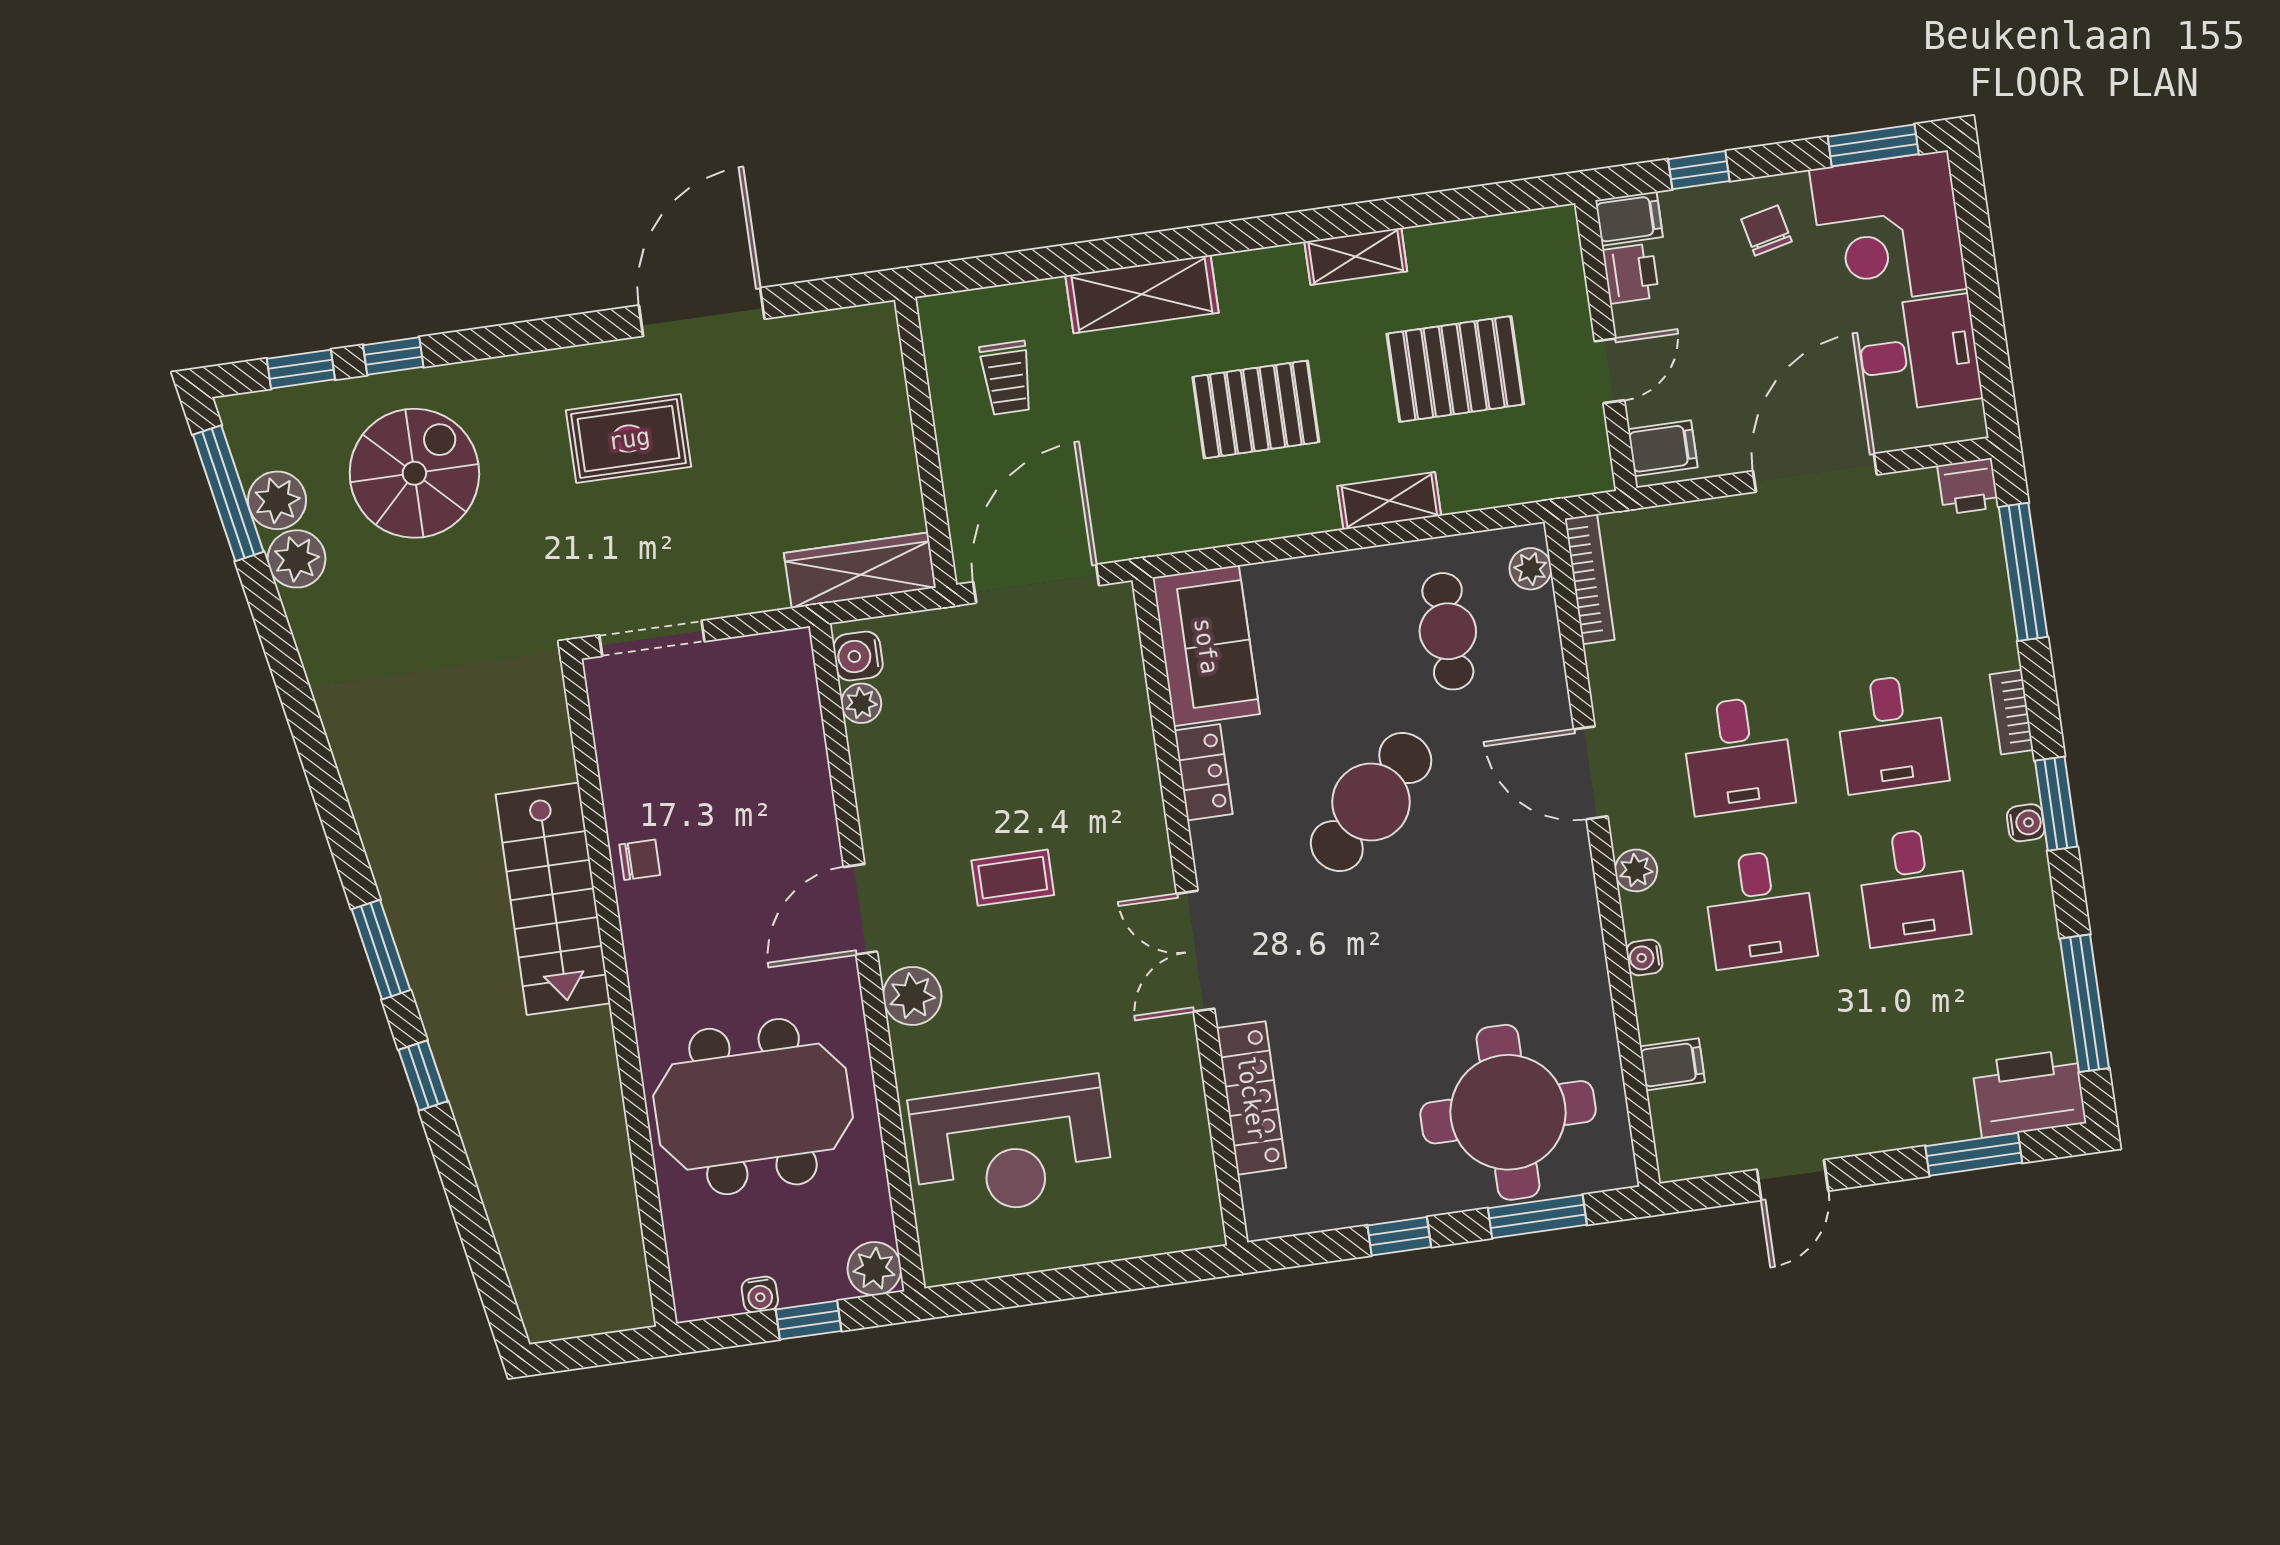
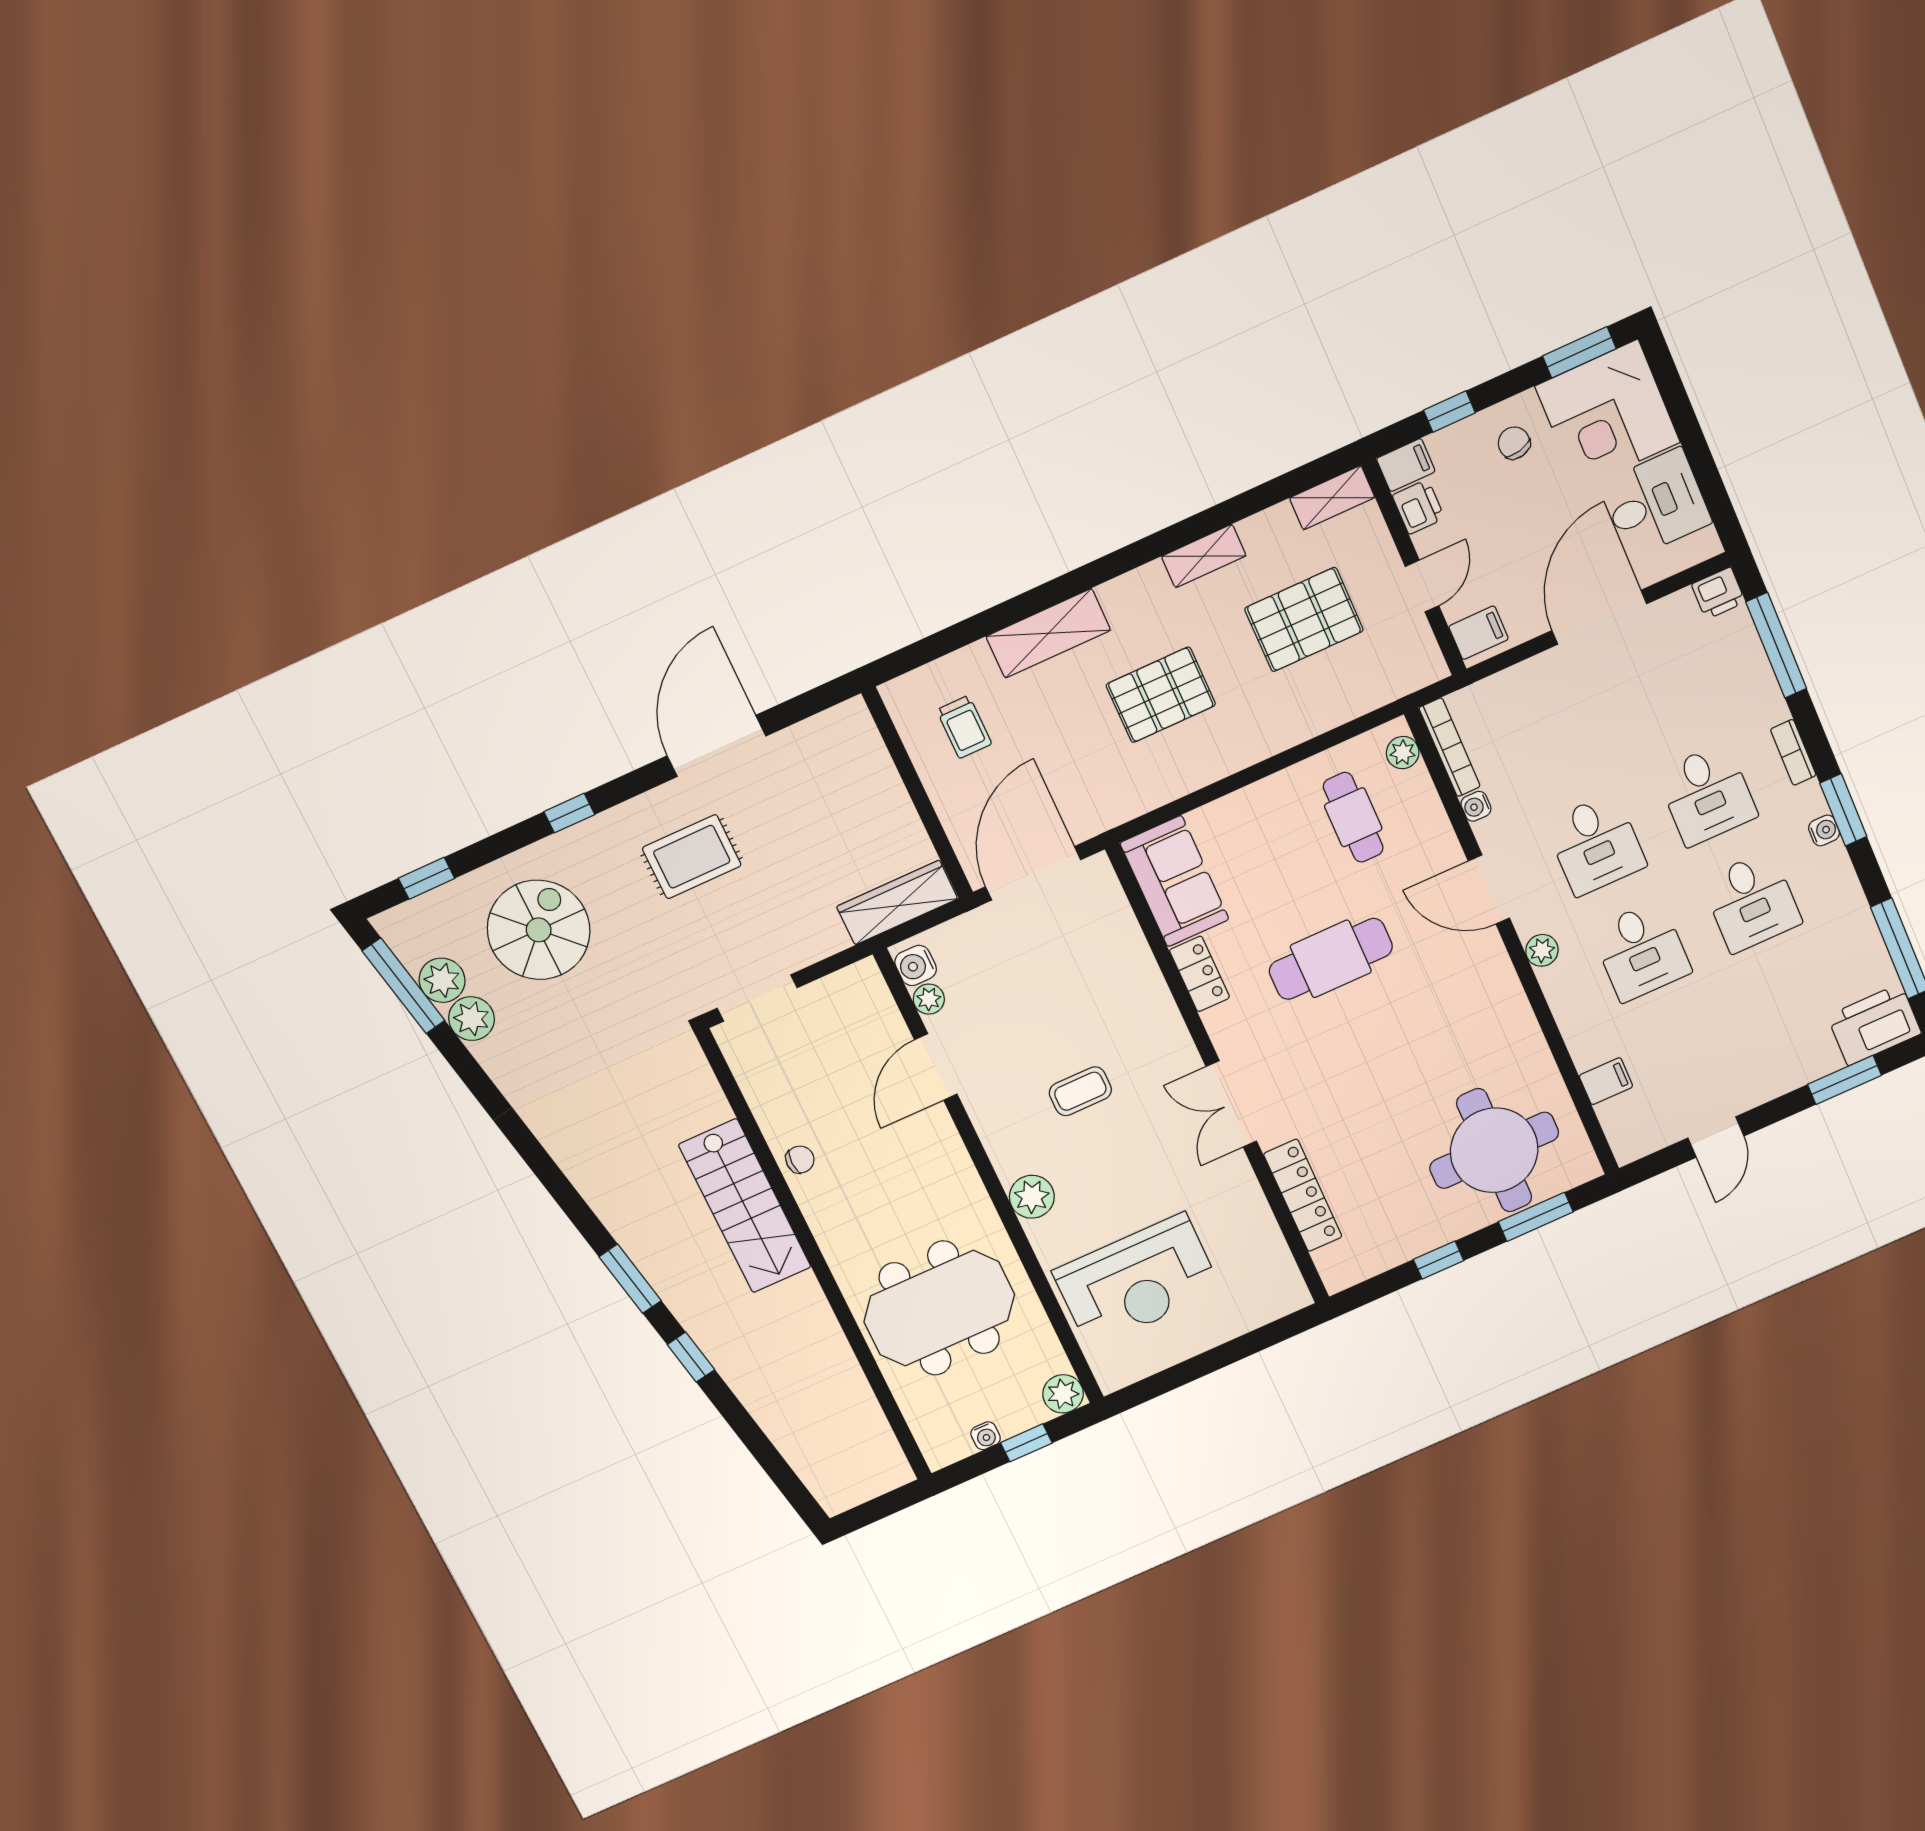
window: (393, 356) -> (569, 813), moved
shelving: (1389, 501) -> (1332, 498), moved
cafe table: (1371, 802) -> (1331, 959), turned 44
door: (860, 909) -> (936, 1067), moved
water cooler: (1644, 958) -> (1476, 806), moved

